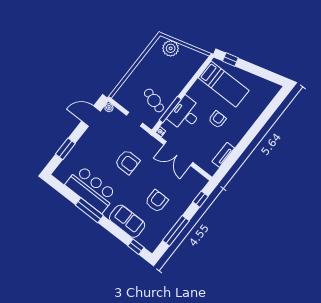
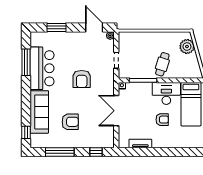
cafe table: (154, 100) -> (162, 64), moved
desk: (185, 114) -> (166, 93), moved
window: (89, 210) -> (26, 62), moved
sofa: (127, 221) -> (39, 112), width x1.36

